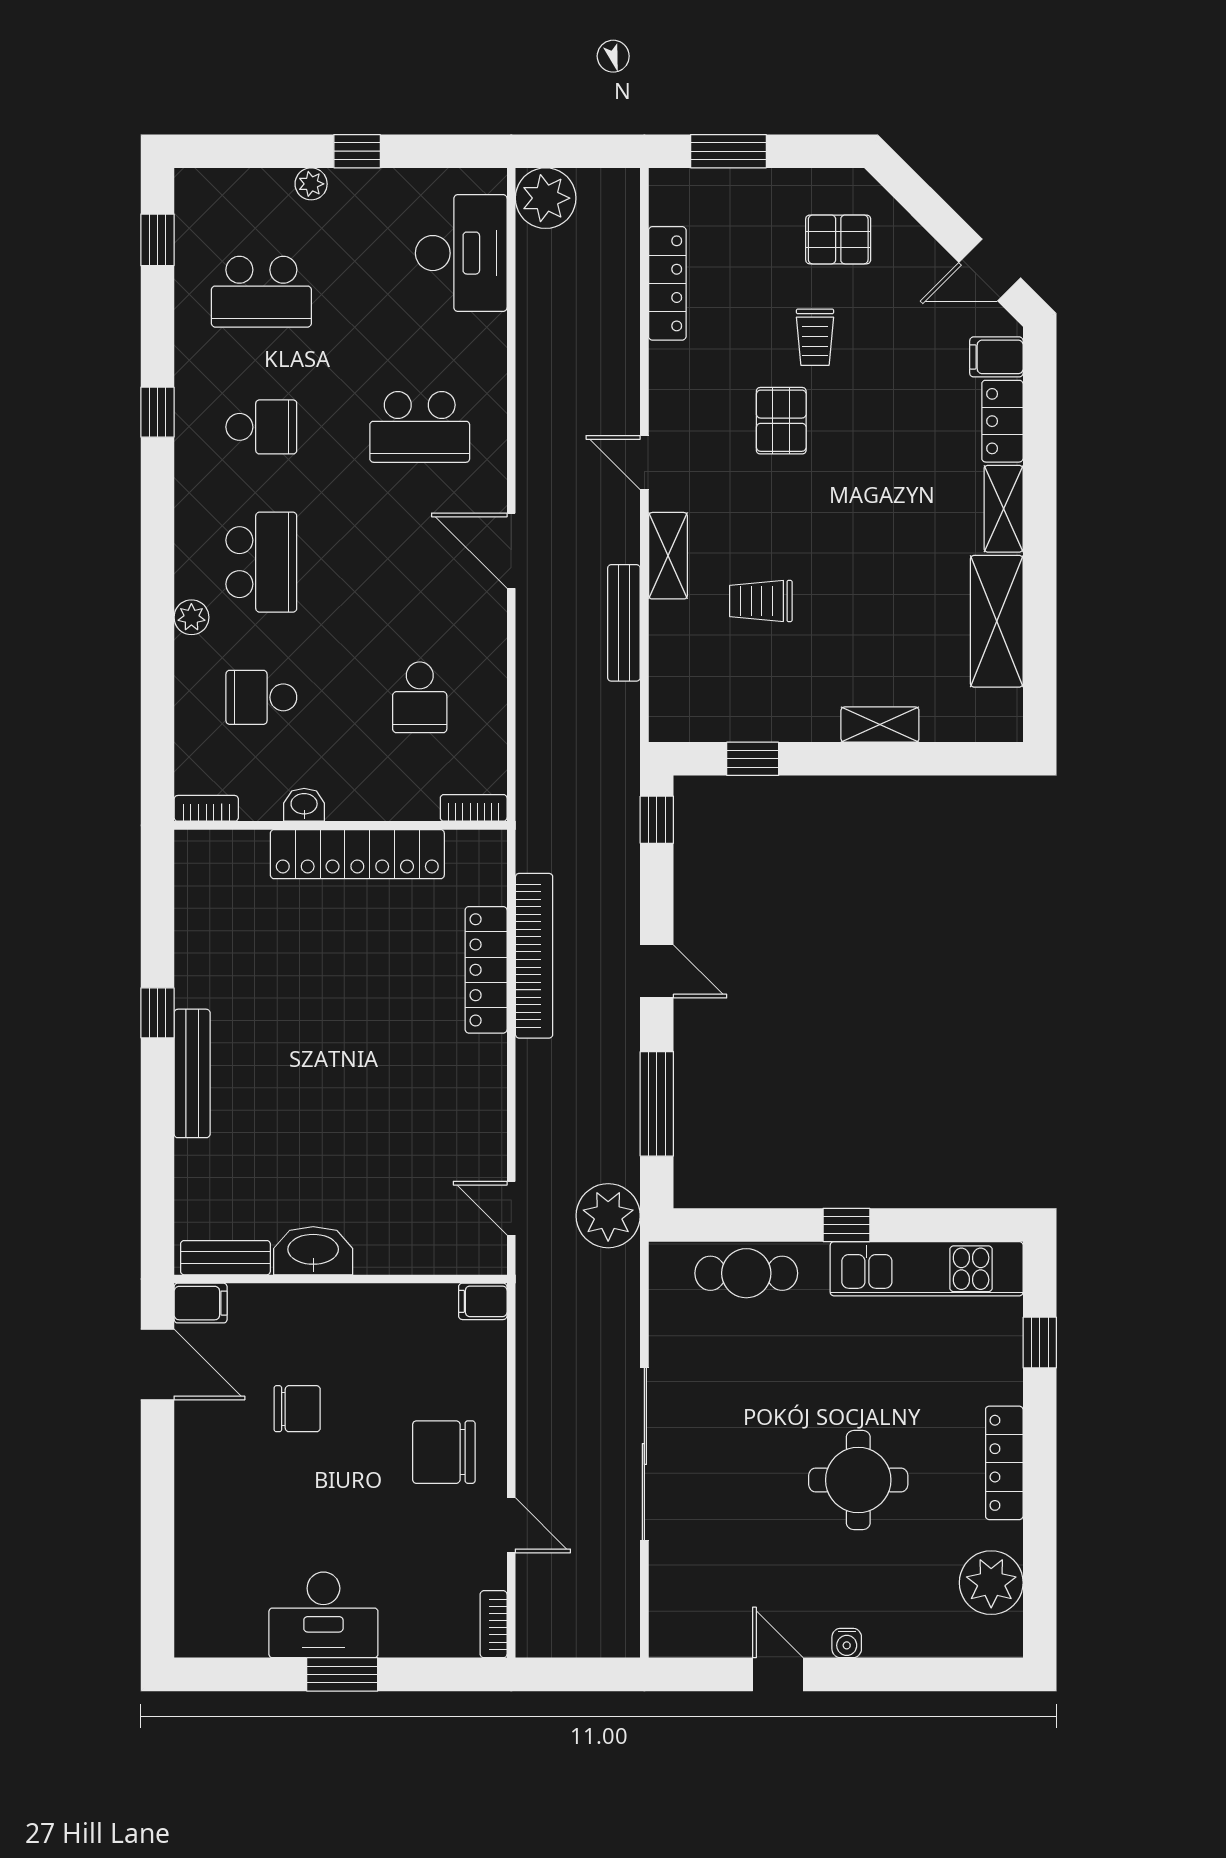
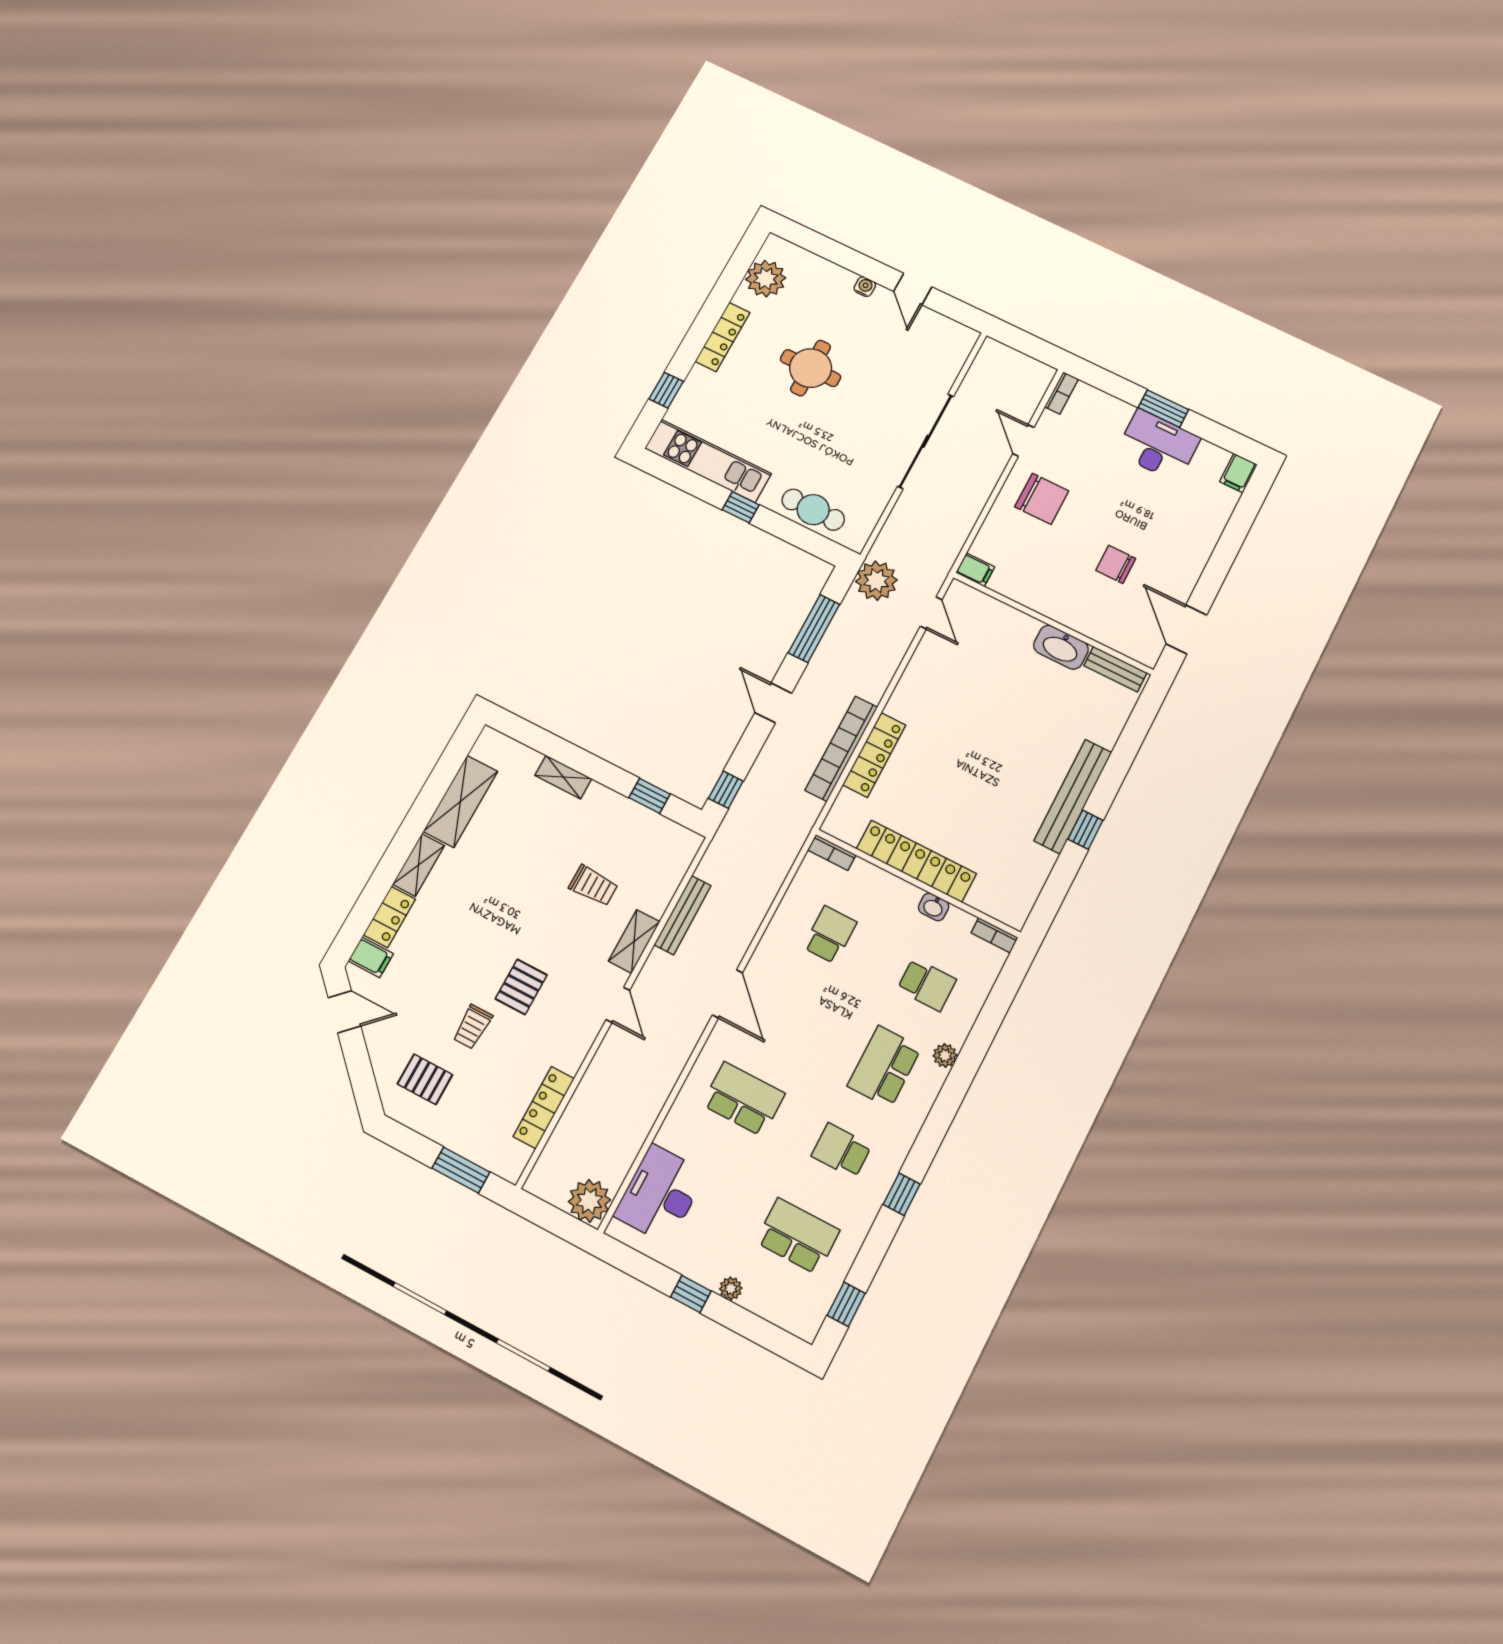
trolley: (815, 337) -> (473, 1027), turned 180
bench: (192, 1073) -> (1073, 796), width x1.37, depth x1.21
filing cabinet: (201, 1303) -> (1238, 473), moved, turned -90

